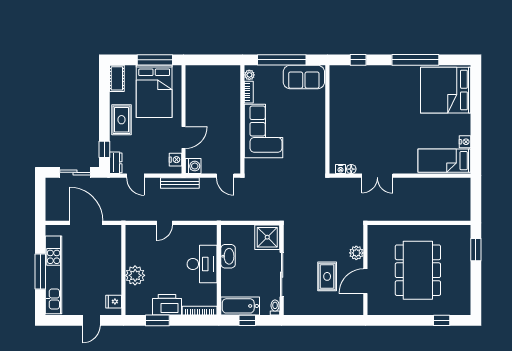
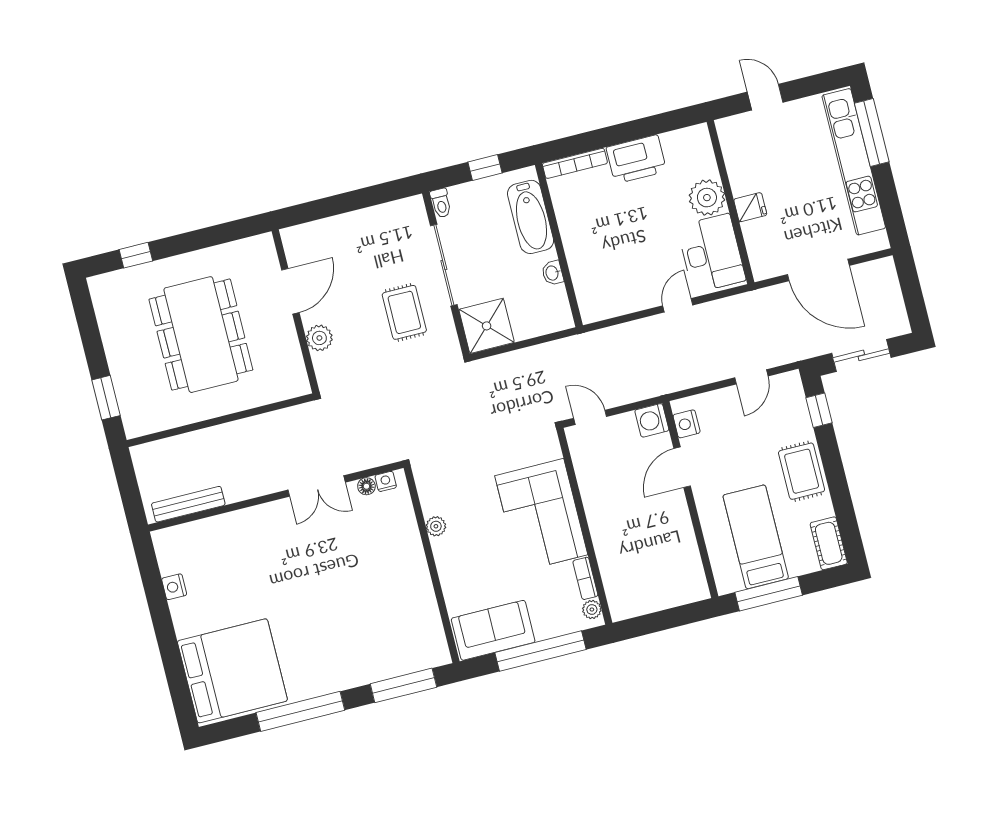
window: (358, 60) -> (403, 685), width x2.17
bed: (154, 91) -> (756, 537), width x0.67
plant: (320, 139) -> (436, 526), added
bed: (444, 161) -> (203, 543), removed
dresser: (116, 163) -> (793, 391), removed
door: (135, 176) -> (751, 377), swing flipped
double door: (377, 176) -> (317, 486), swing flipped
bench: (180, 183) -> (188, 504), moved
washbasin: (228, 256) -> (553, 273), width x0.52, depth x0.69
desk: (202, 264) -> (711, 253), moved, turned 180
window: (40, 272) -> (872, 133), moved
rug: (327, 276) -> (404, 312), moved
fridge: (114, 302) -> (750, 207), moved
bathtub: (240, 306) -> (531, 217), moved, turned 90
door: (91, 320) -> (765, 97), hinge flipped
window: (157, 320) -> (646, 127), removed

